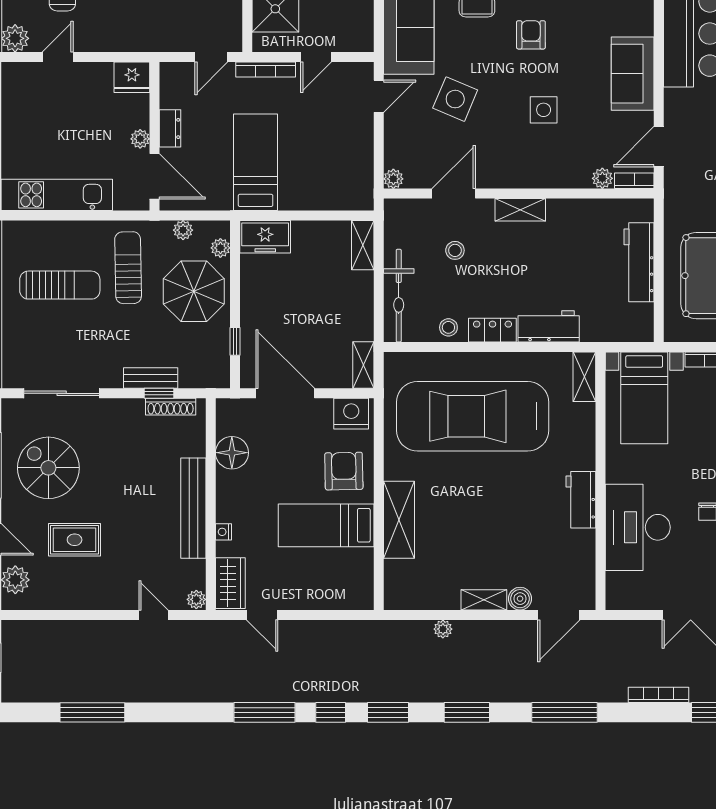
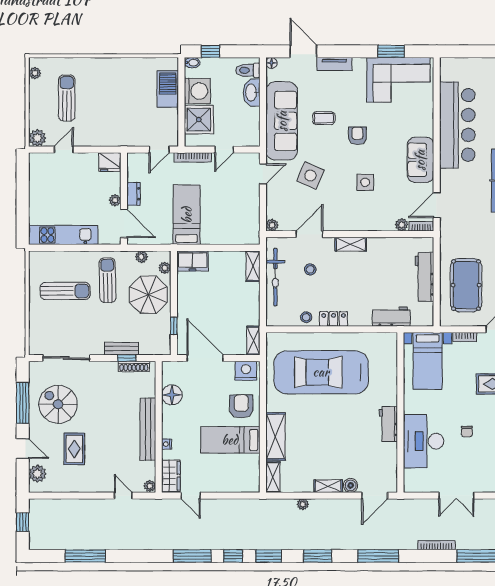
bicycle: (399, 296) -> (275, 277), moved
workbench: (549, 326) -> (391, 317), moved
shelving: (584, 377) -> (273, 477), moved
rug: (75, 540) -> (74, 449), turned 90

